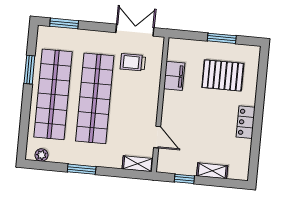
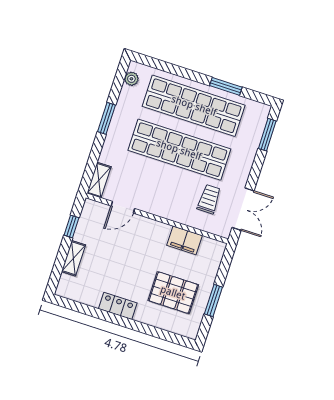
pallet: (223, 75) -> (173, 293), turned 90

